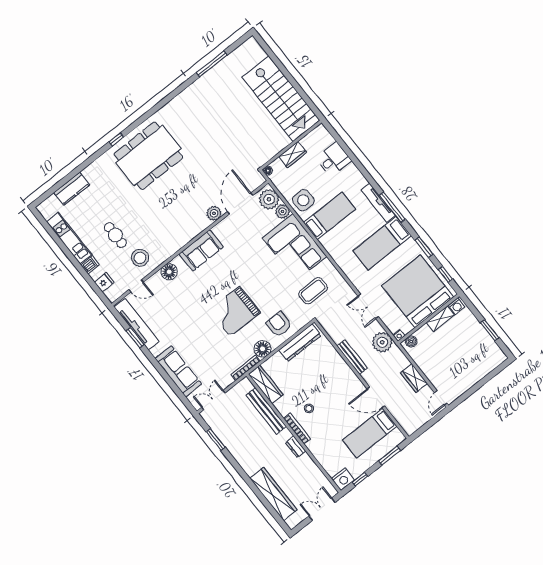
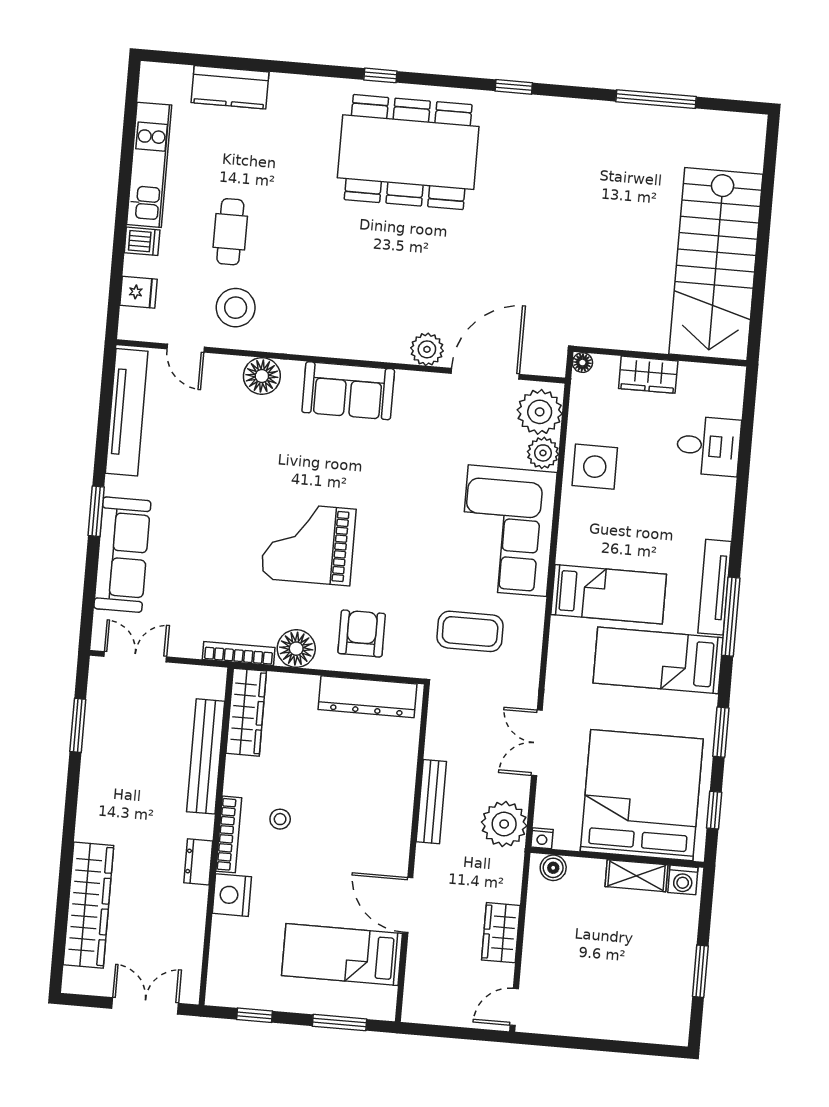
window: (163, 103) -> (514, 87), added
bed: (330, 216) -> (609, 594), moved
window: (135, 338) -> (96, 511), moved
nightstand: (343, 479) -> (232, 895), moved, turned 90

